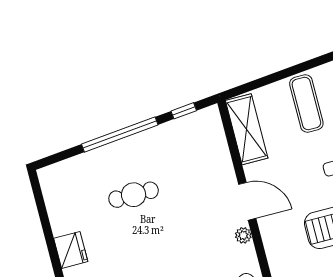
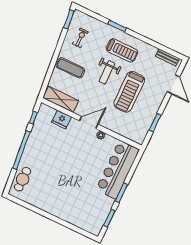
cafe table: (134, 195) -> (23, 179), moved
fridge: (71, 250) -> (61, 119), moved, turned 180

